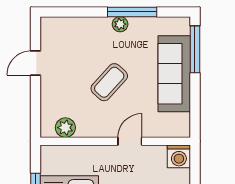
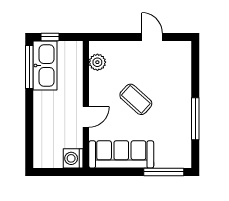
plant: (120, 24) -> (185, 109), removed
sofa: (174, 74) -> (121, 154), moved
door: (130, 141) -> (86, 117), hinge flipped

